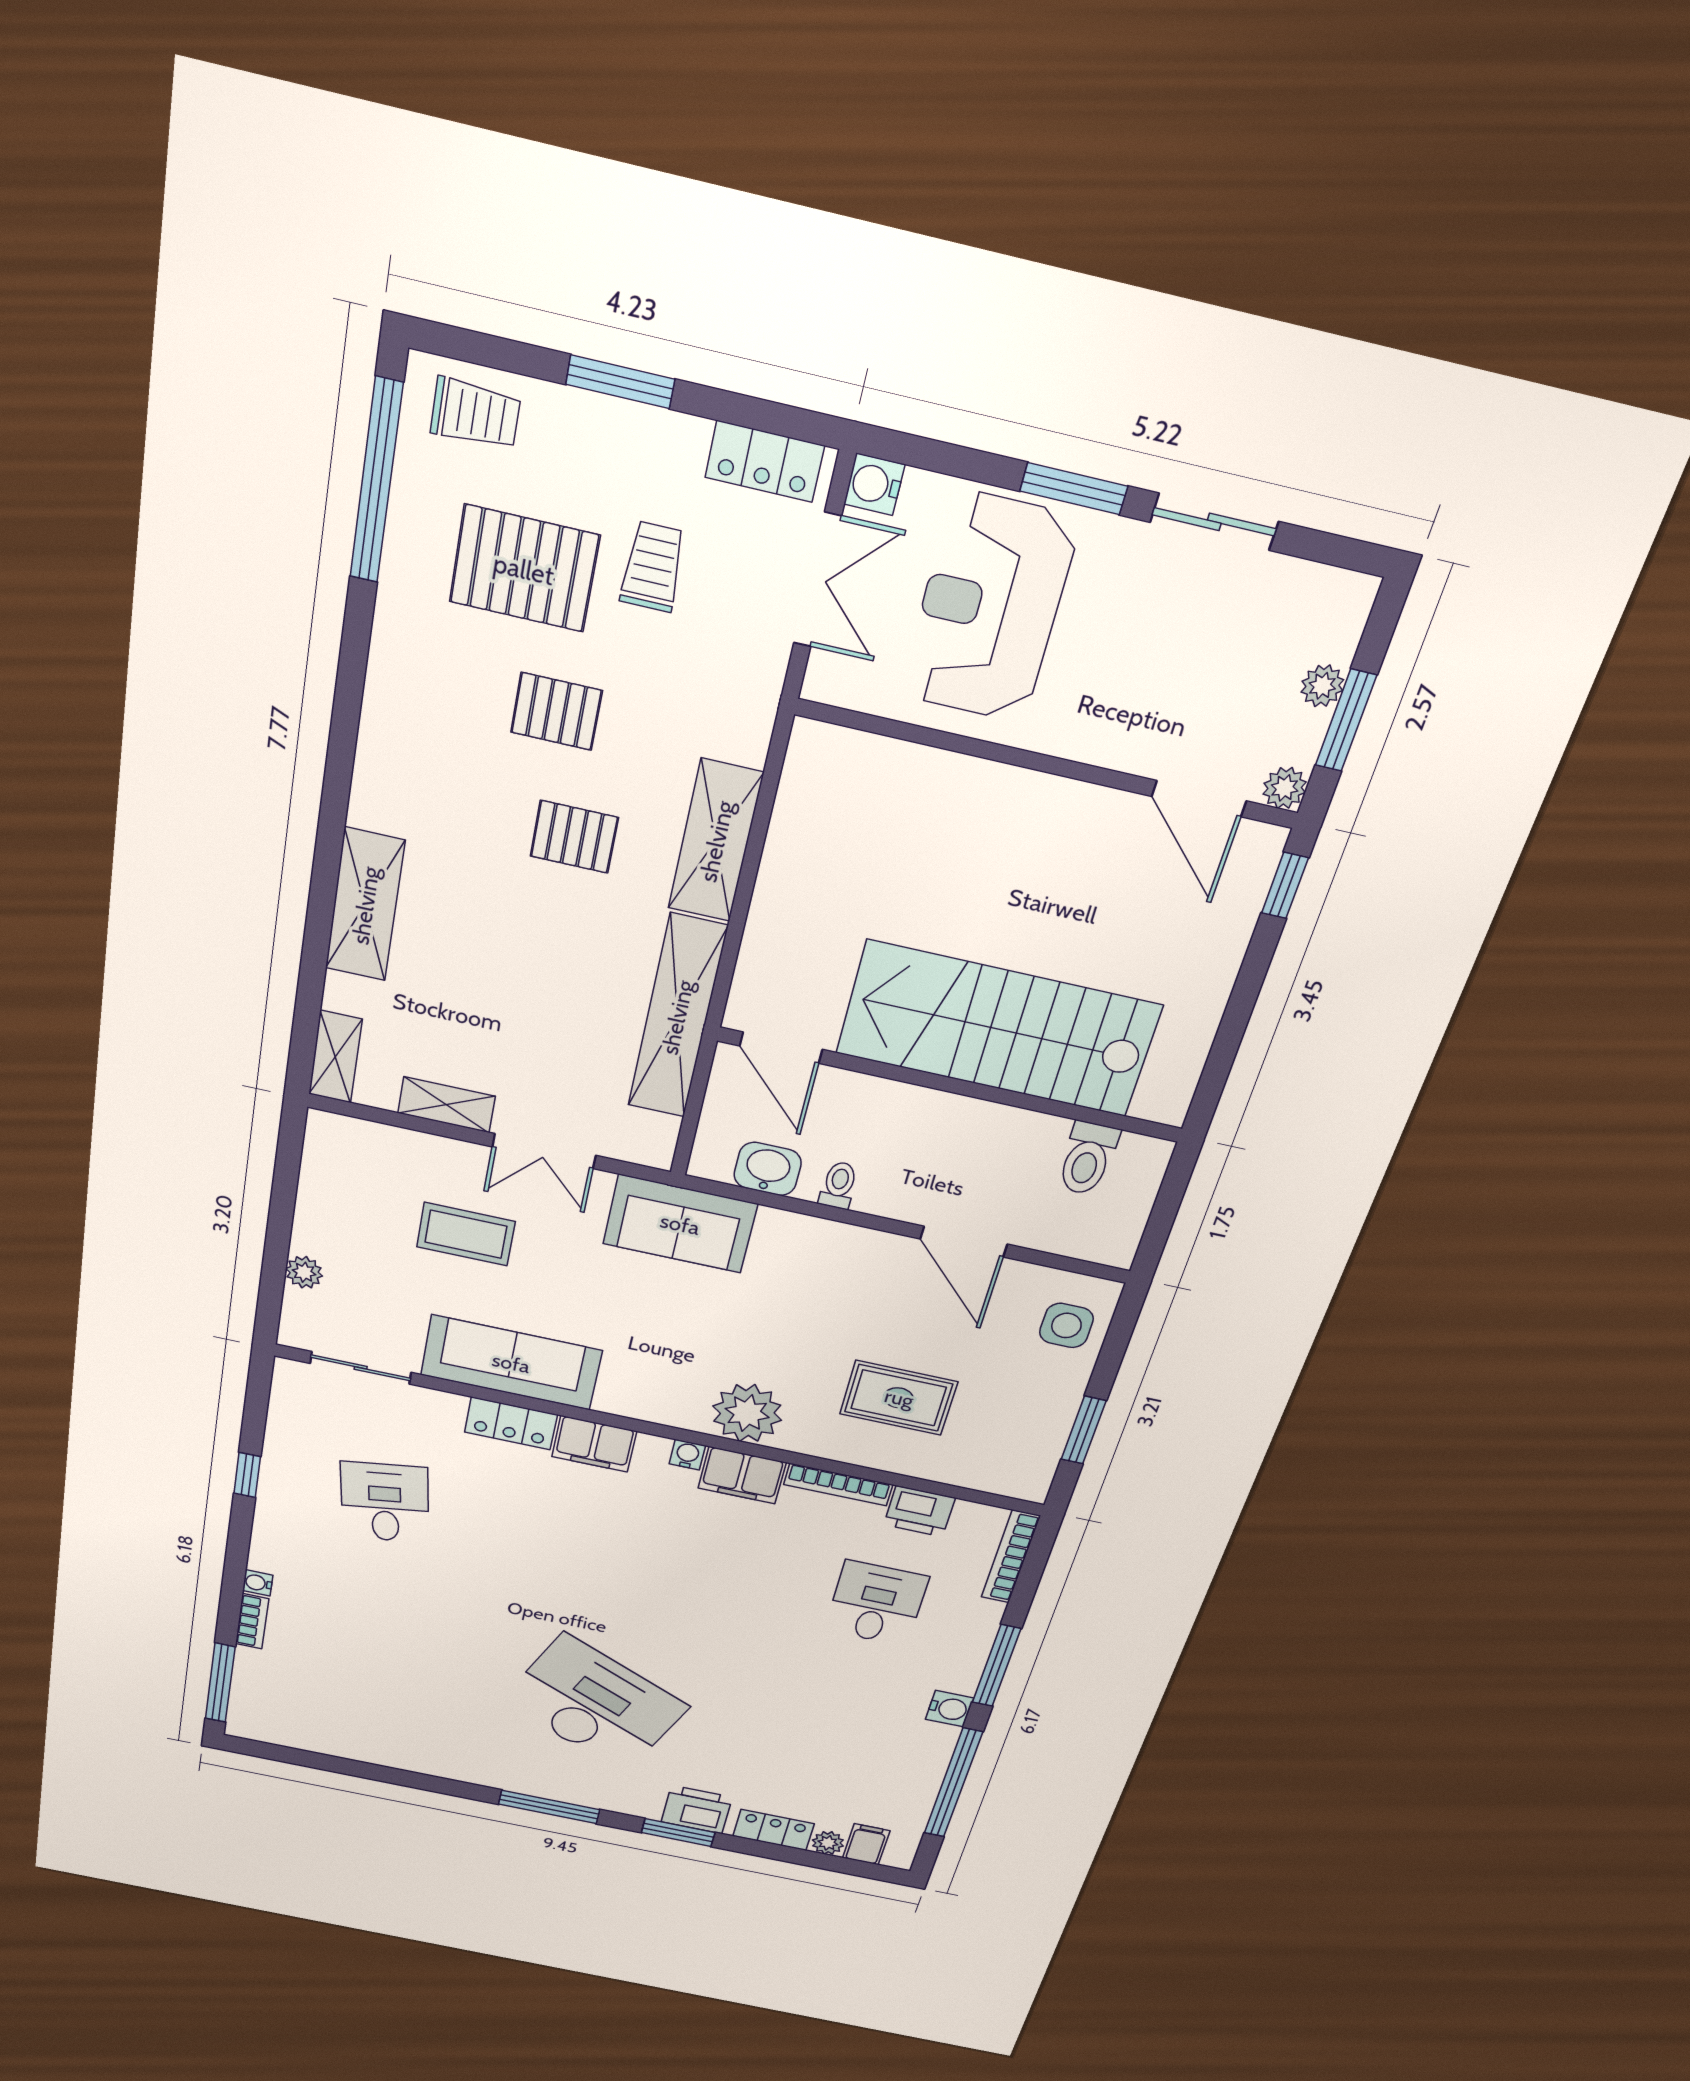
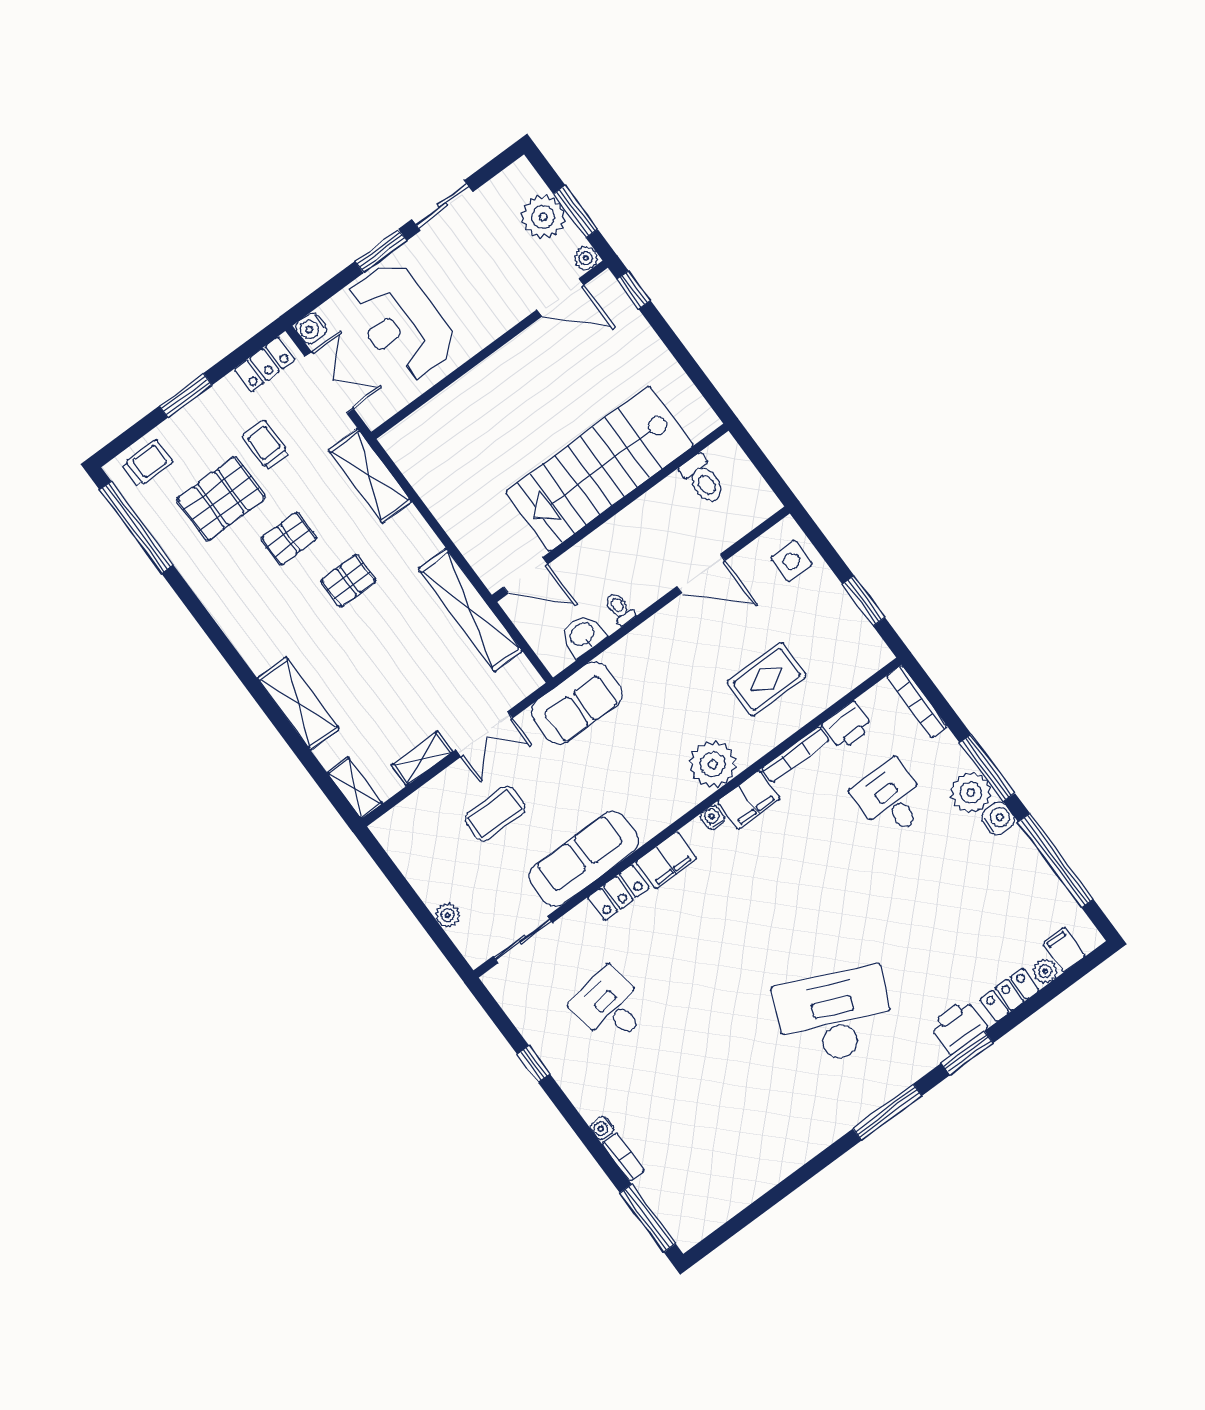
plant: (1322, 686) -> (543, 217), width x1.87, depth x1.87
shelving: (716, 841) -> (370, 476), moved
plant: (955, 1668) -> (971, 793), added

